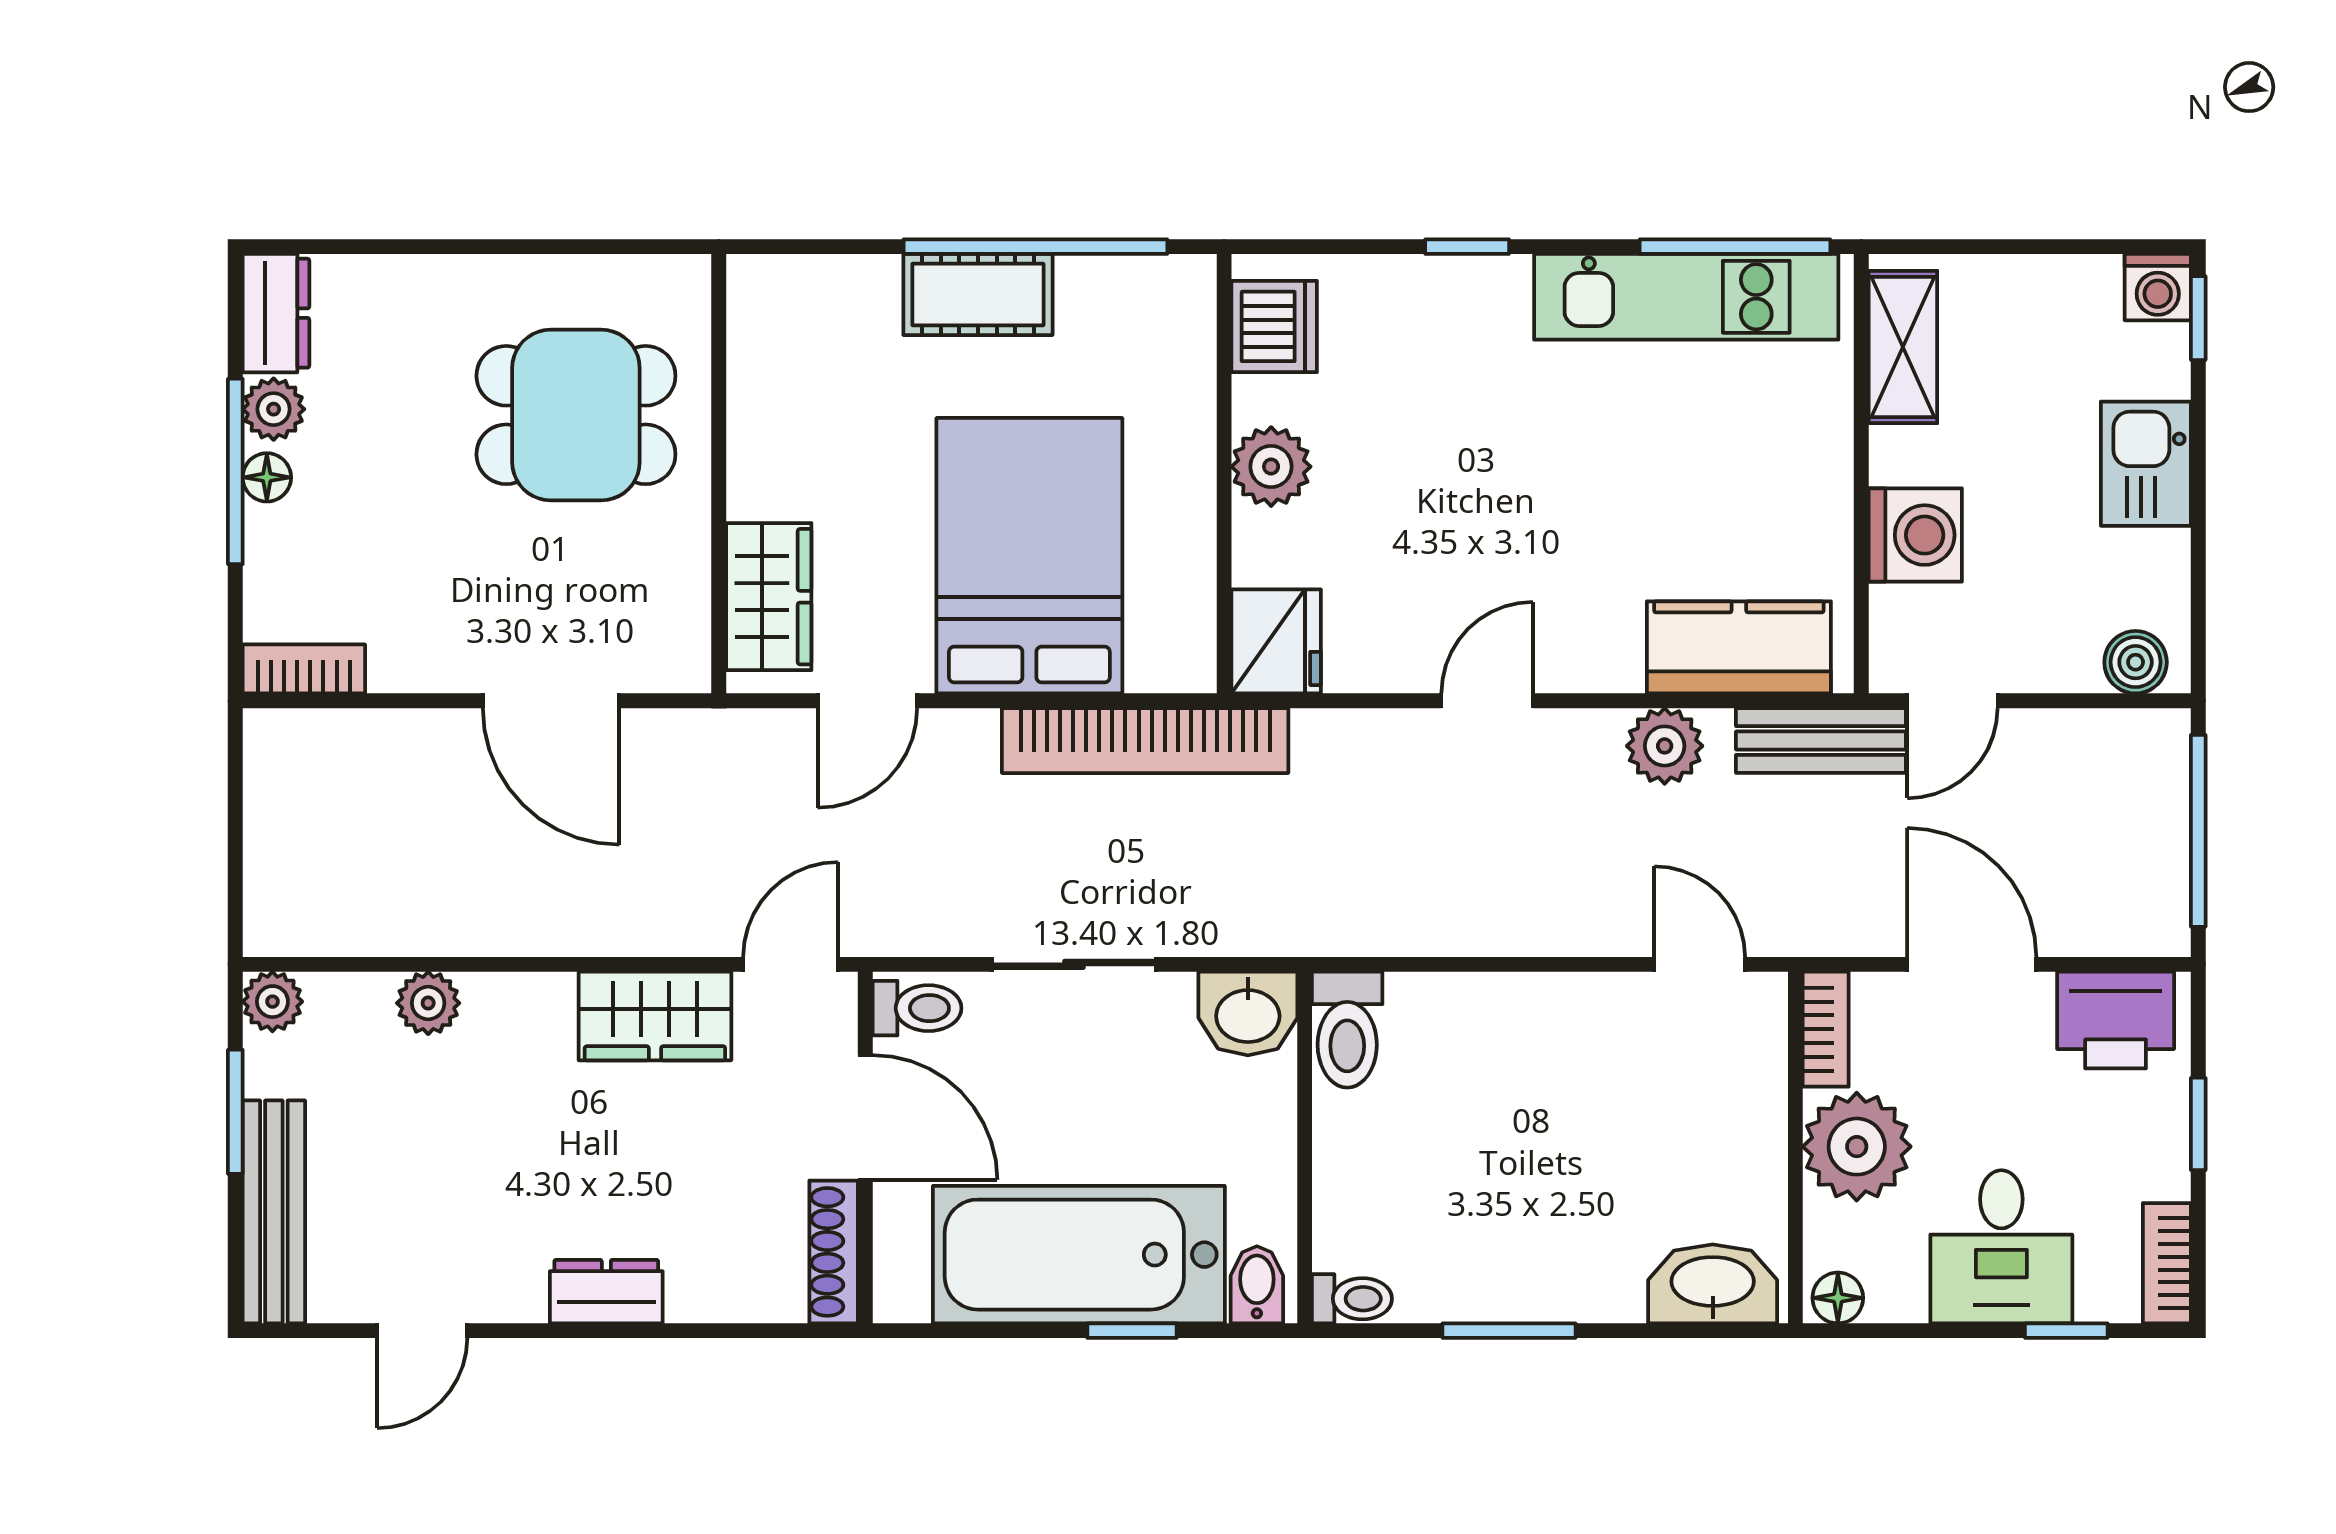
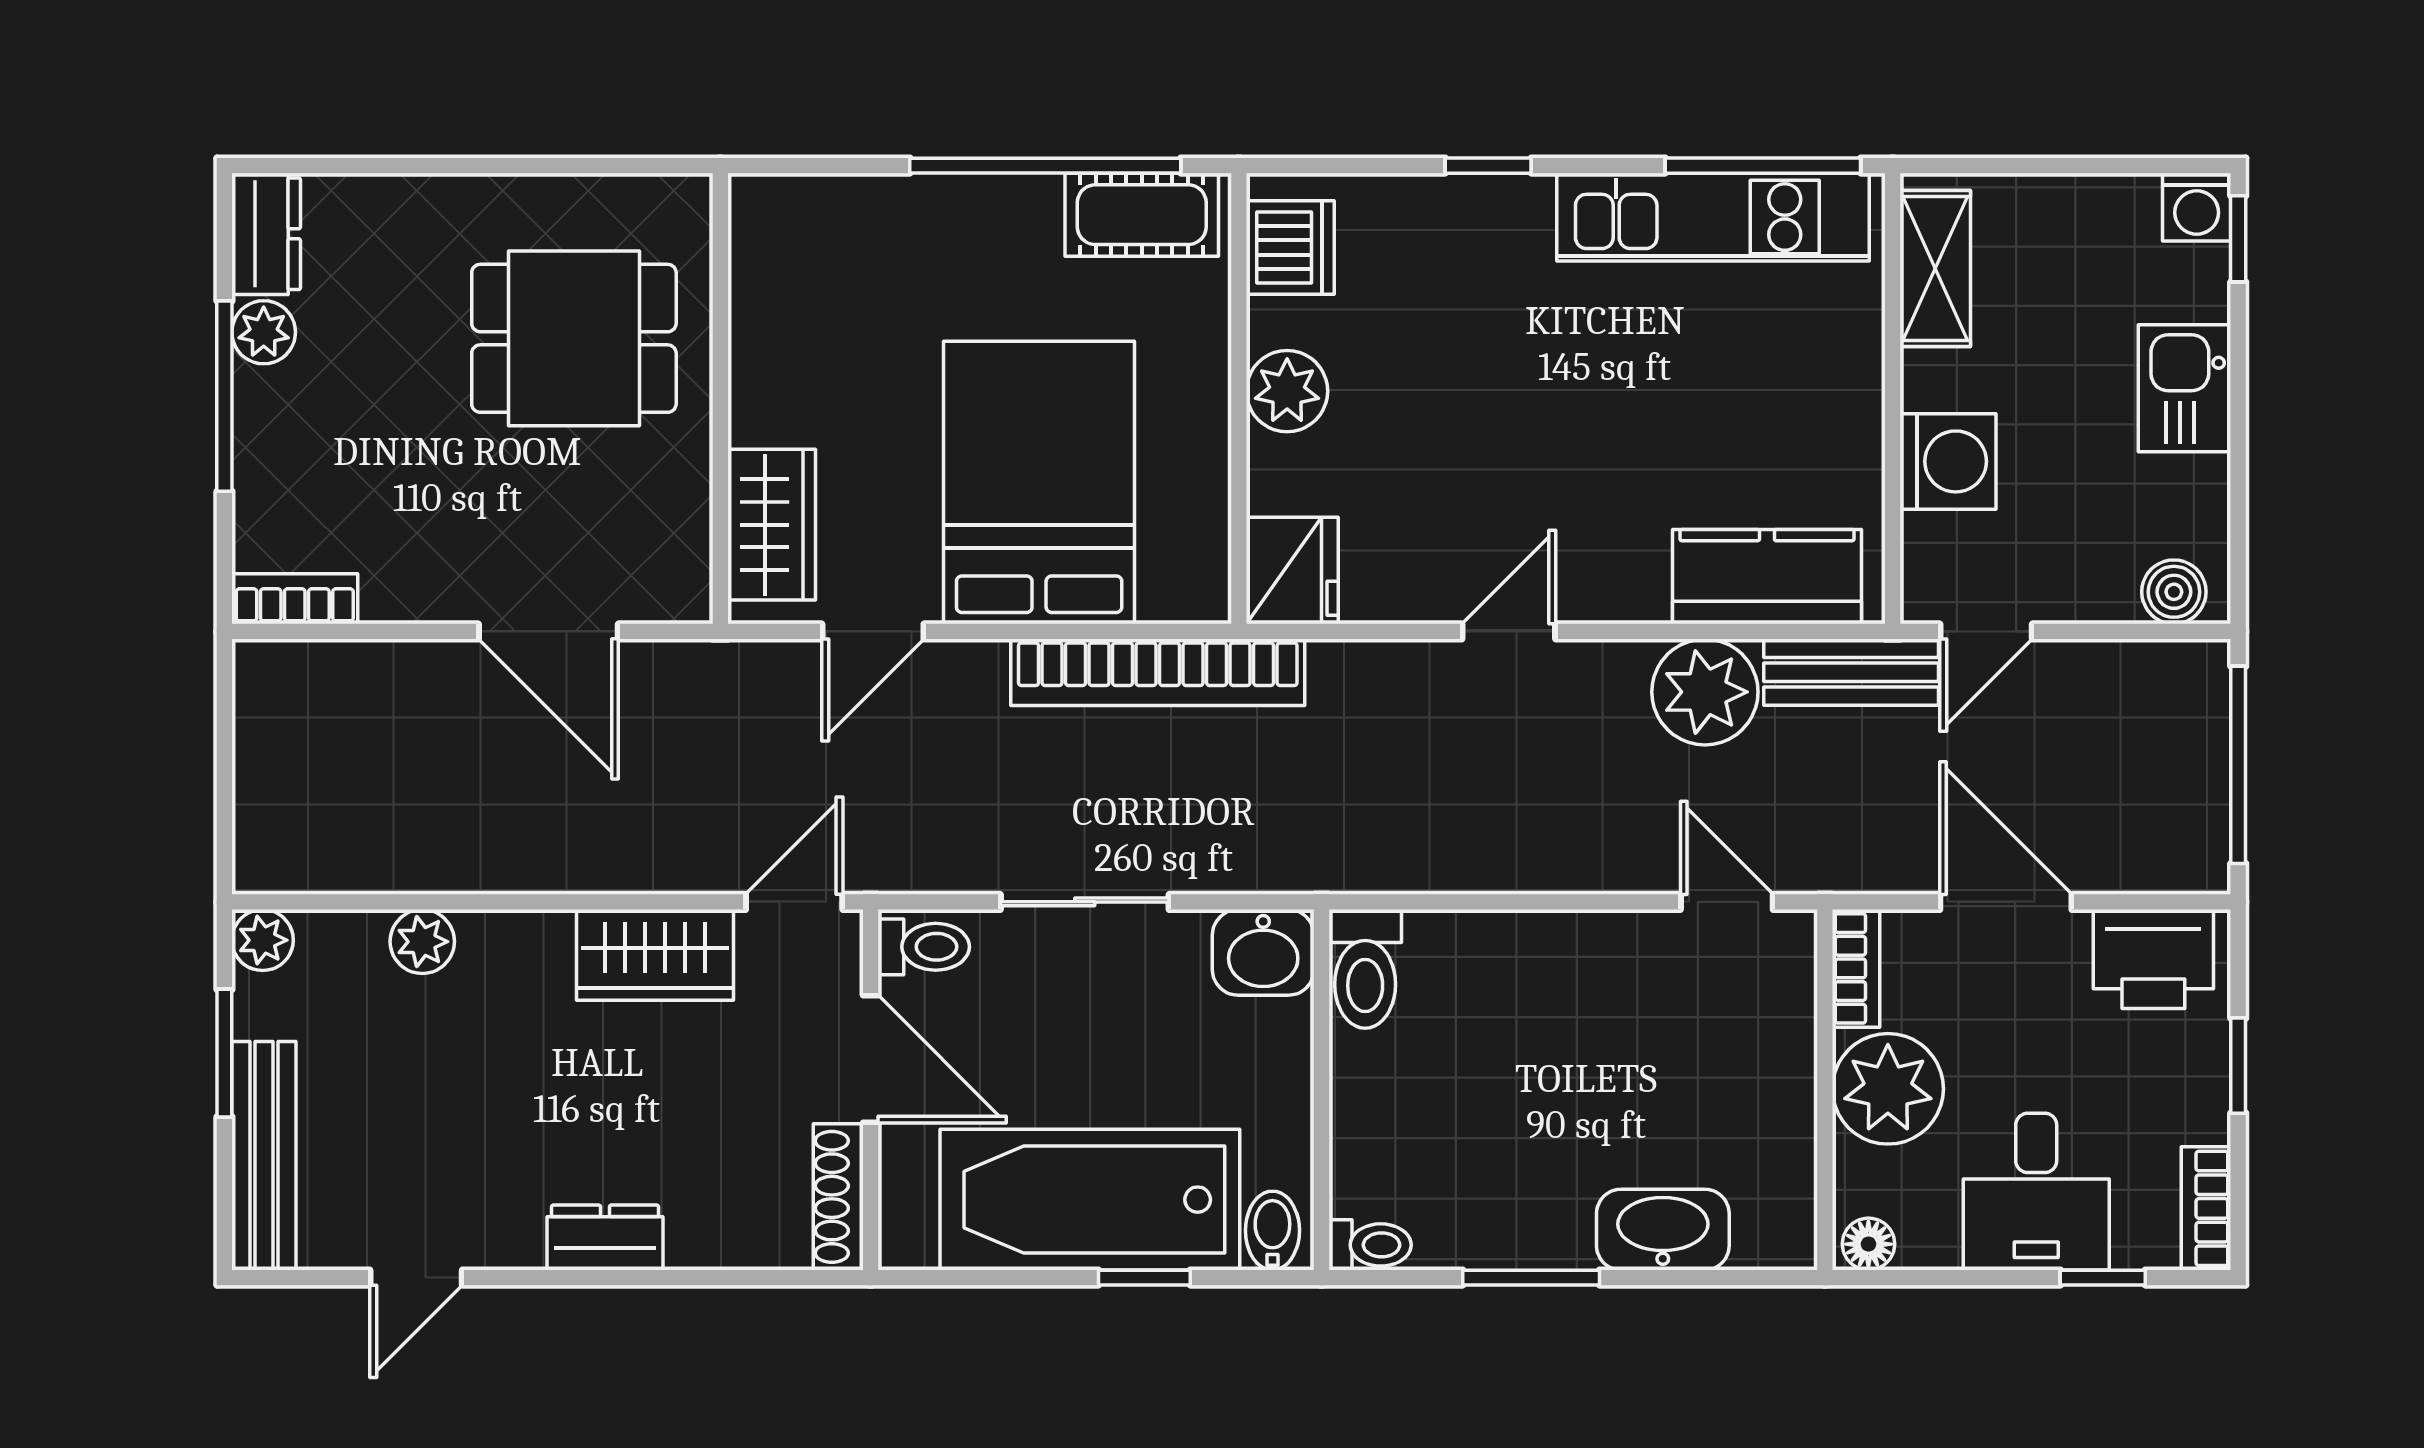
cot: (978, 295) -> (1142, 215), moved
floor lamp: (267, 477) -> (257, 402), removed
plant: (1665, 746) -> (1705, 692), width x1.36, depth x1.36
washbasin: (1713, 1284) -> (1663, 1230), moved

